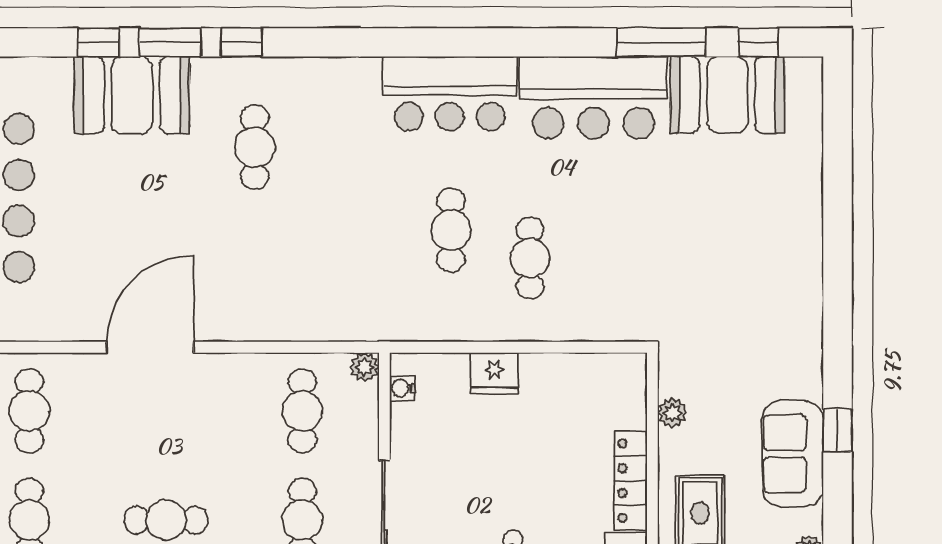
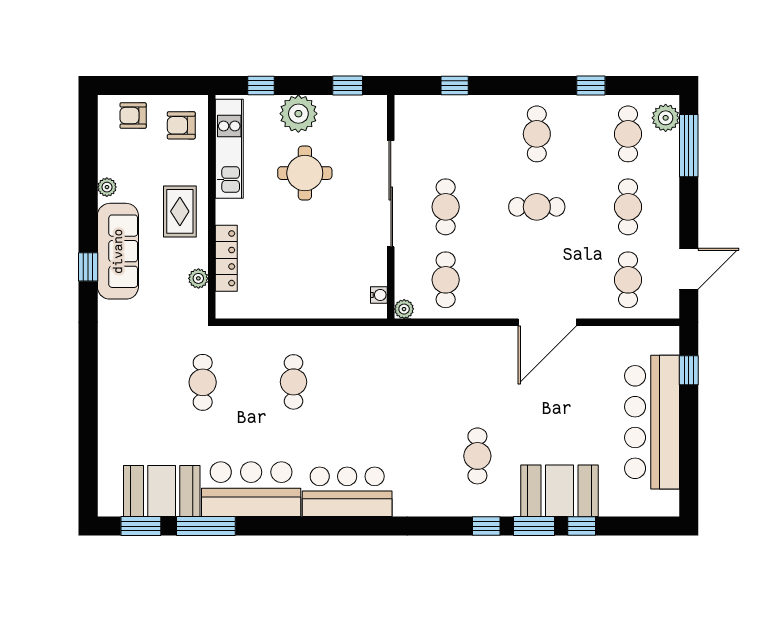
window: (758, 42) -> (141, 526), width x1.50
cafe table: (451, 230) -> (203, 382), moved
fridge: (494, 373) -> (317, 305), removed
sofa: (793, 454) -> (118, 251), width x1.36
locker: (631, 481) -> (226, 258), moved

